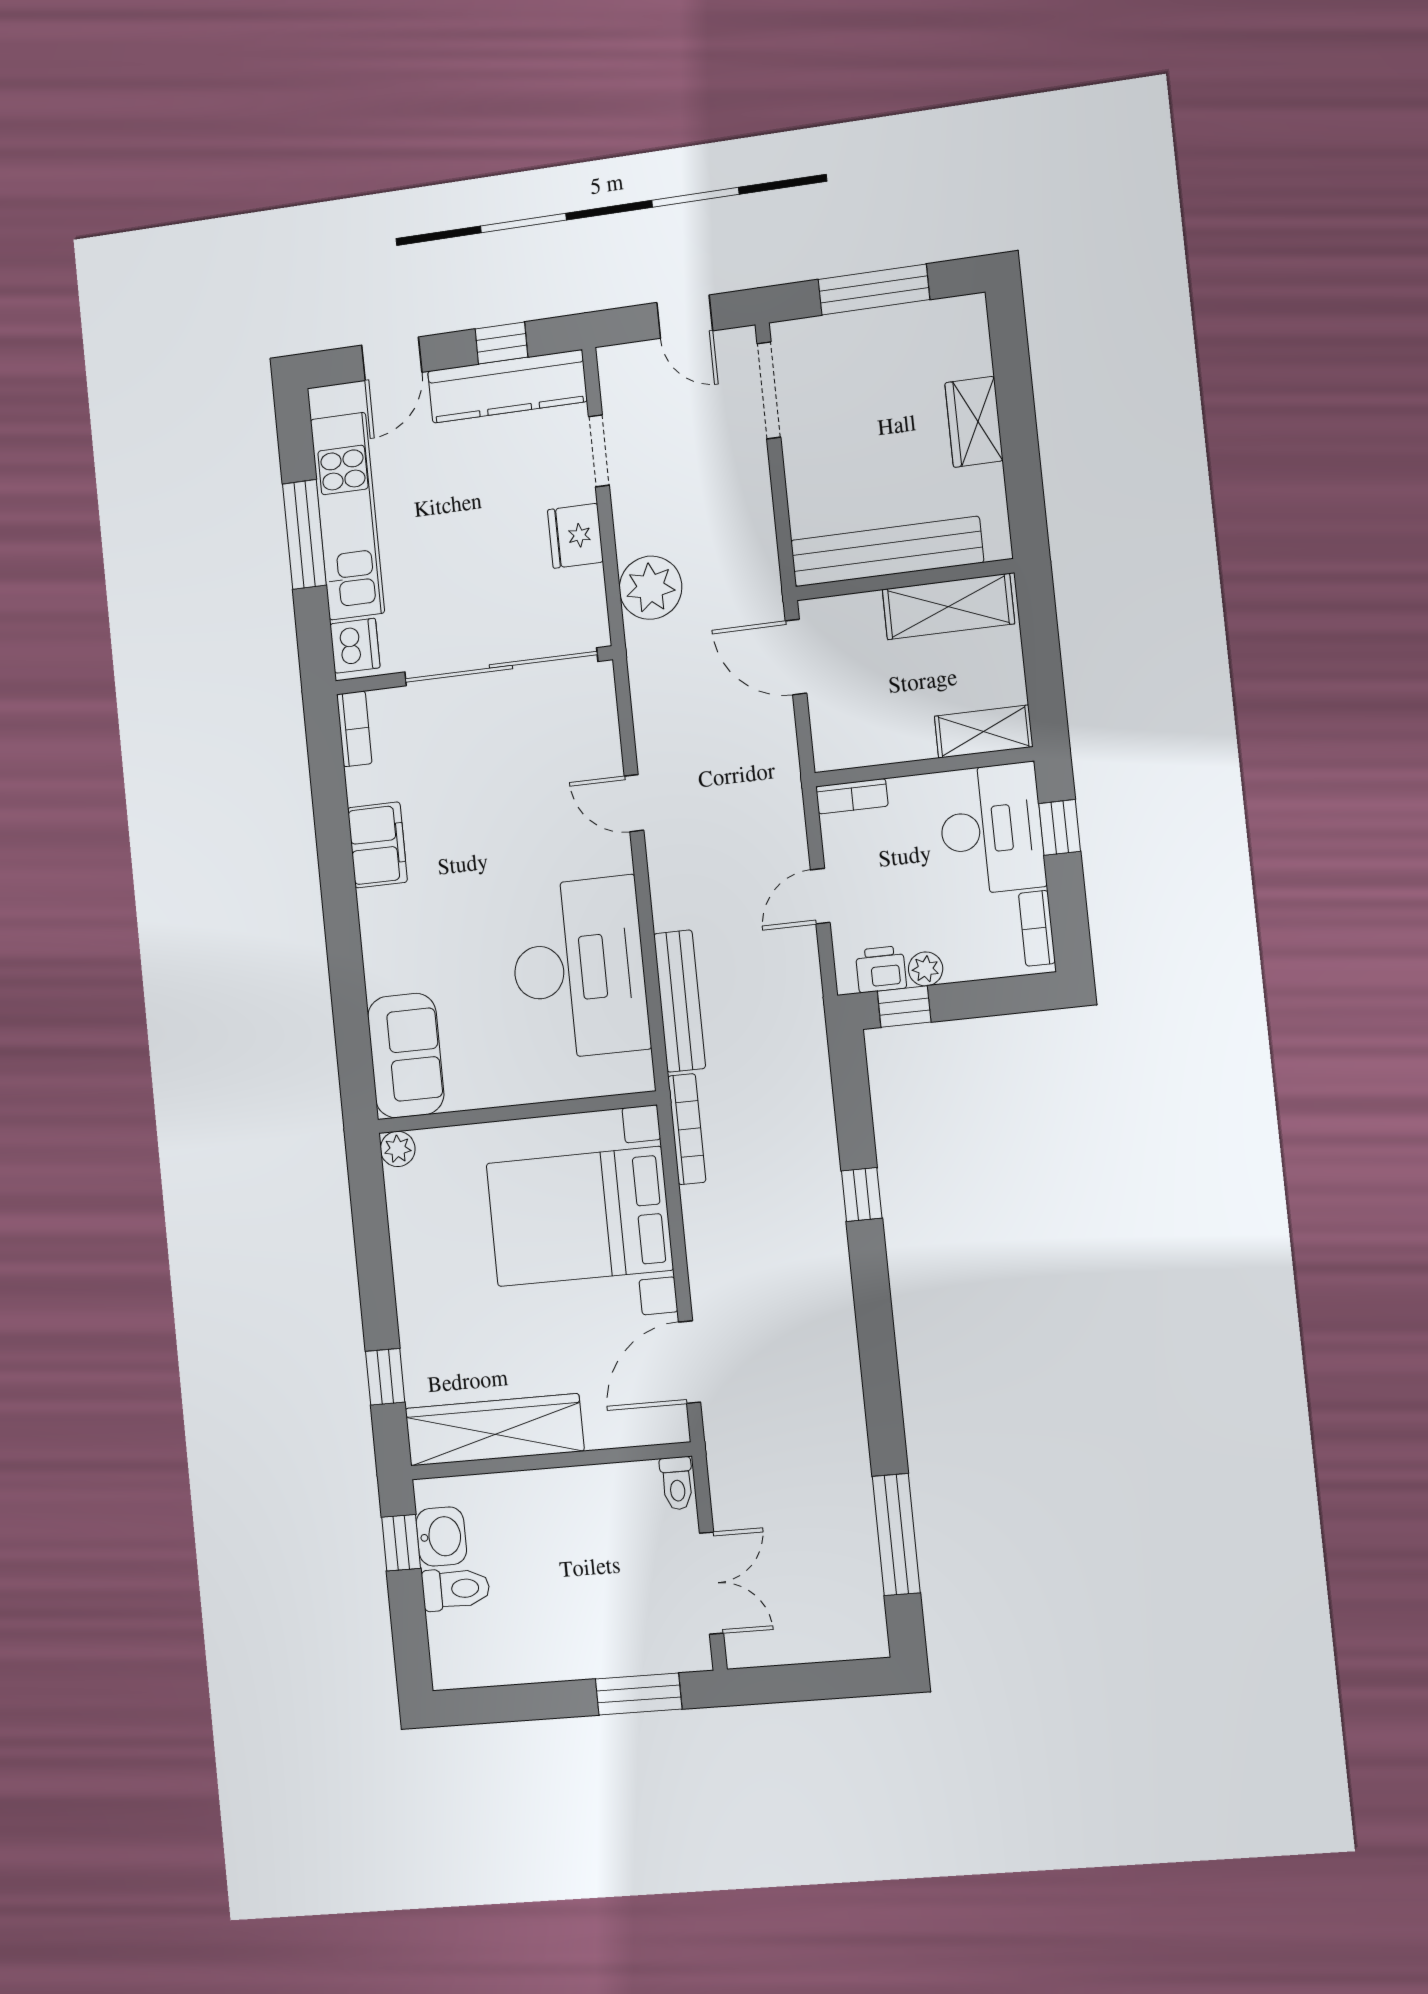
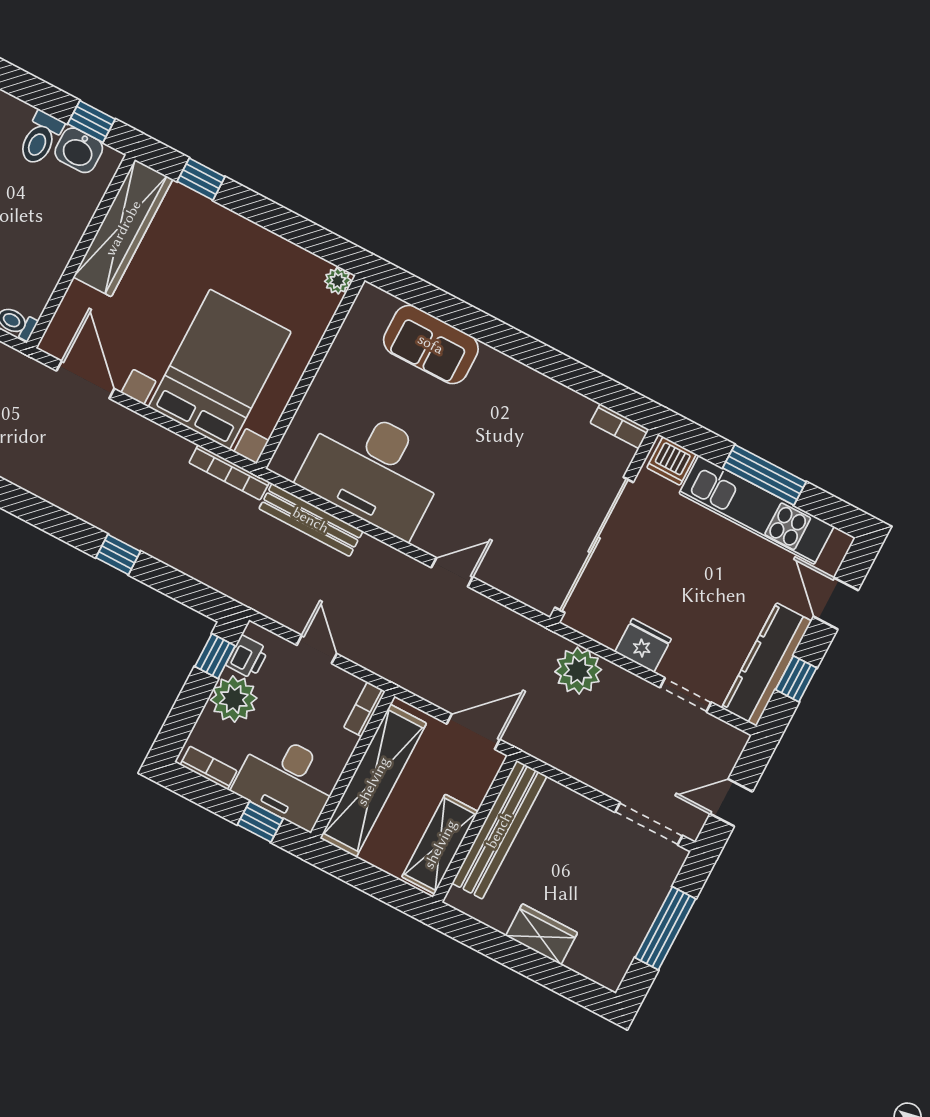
shelving: (984, 732) -> (373, 781), width x2.20, depth x1.33
filing cabinet: (377, 845) -> (537, 393), removed
plant: (926, 969) -> (234, 699), width x1.87, depth x1.87
sofa: (406, 1056) -> (431, 344), moved

